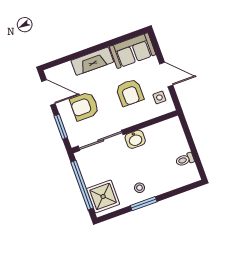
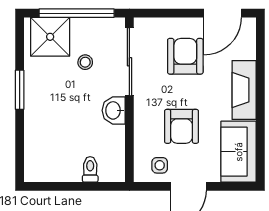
armchair: (130, 93) -> (182, 126), turned -90
window: (61, 127) -> (169, 13), removed
toilet: (185, 160) -> (90, 169), moved
stool: (139, 188) -> (85, 62), moved

